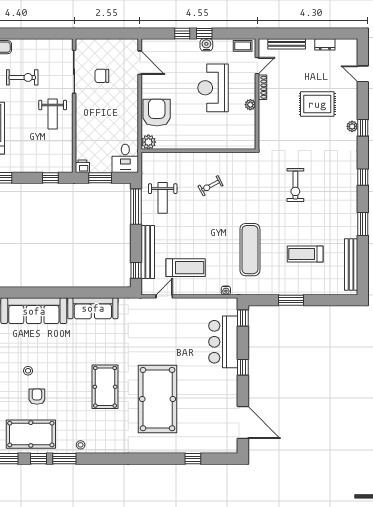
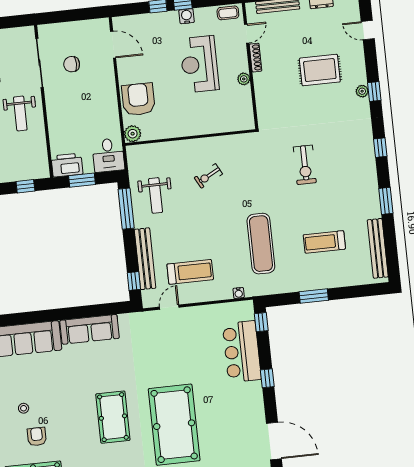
printer: (82, 166) -> (67, 165), width x1.87, depth x1.48

